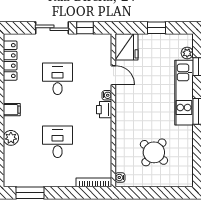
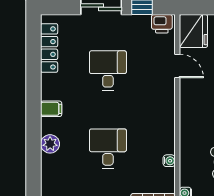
water cooler: (107, 95) -> (169, 161), moved
printer: (104, 110) -> (162, 24), moved, turned -90

